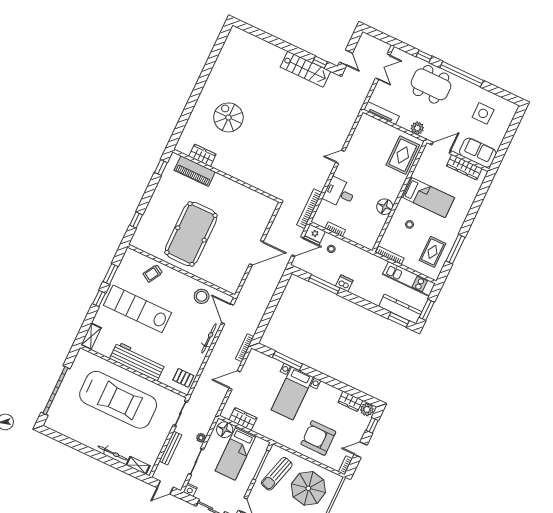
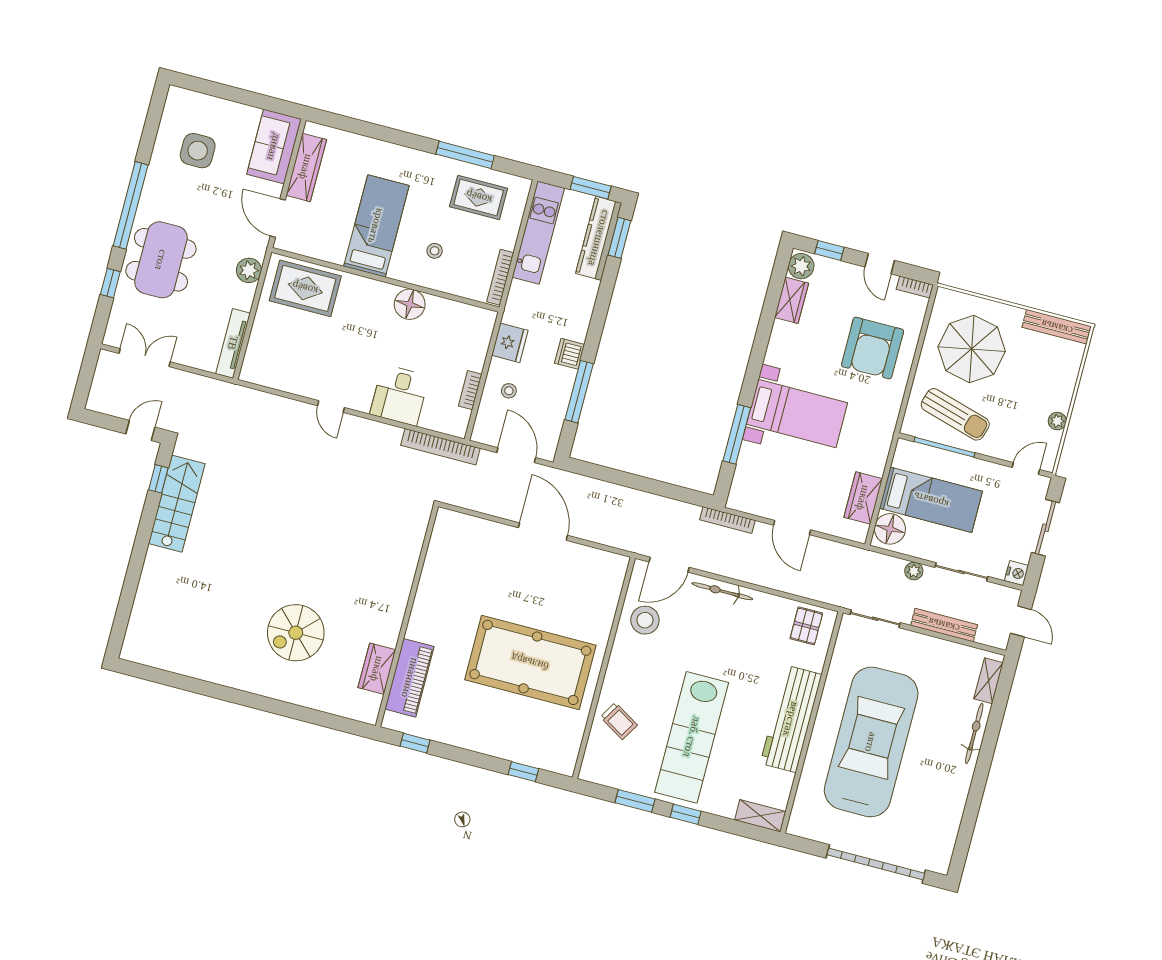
fridge: (314, 235) -> (510, 343), moved

